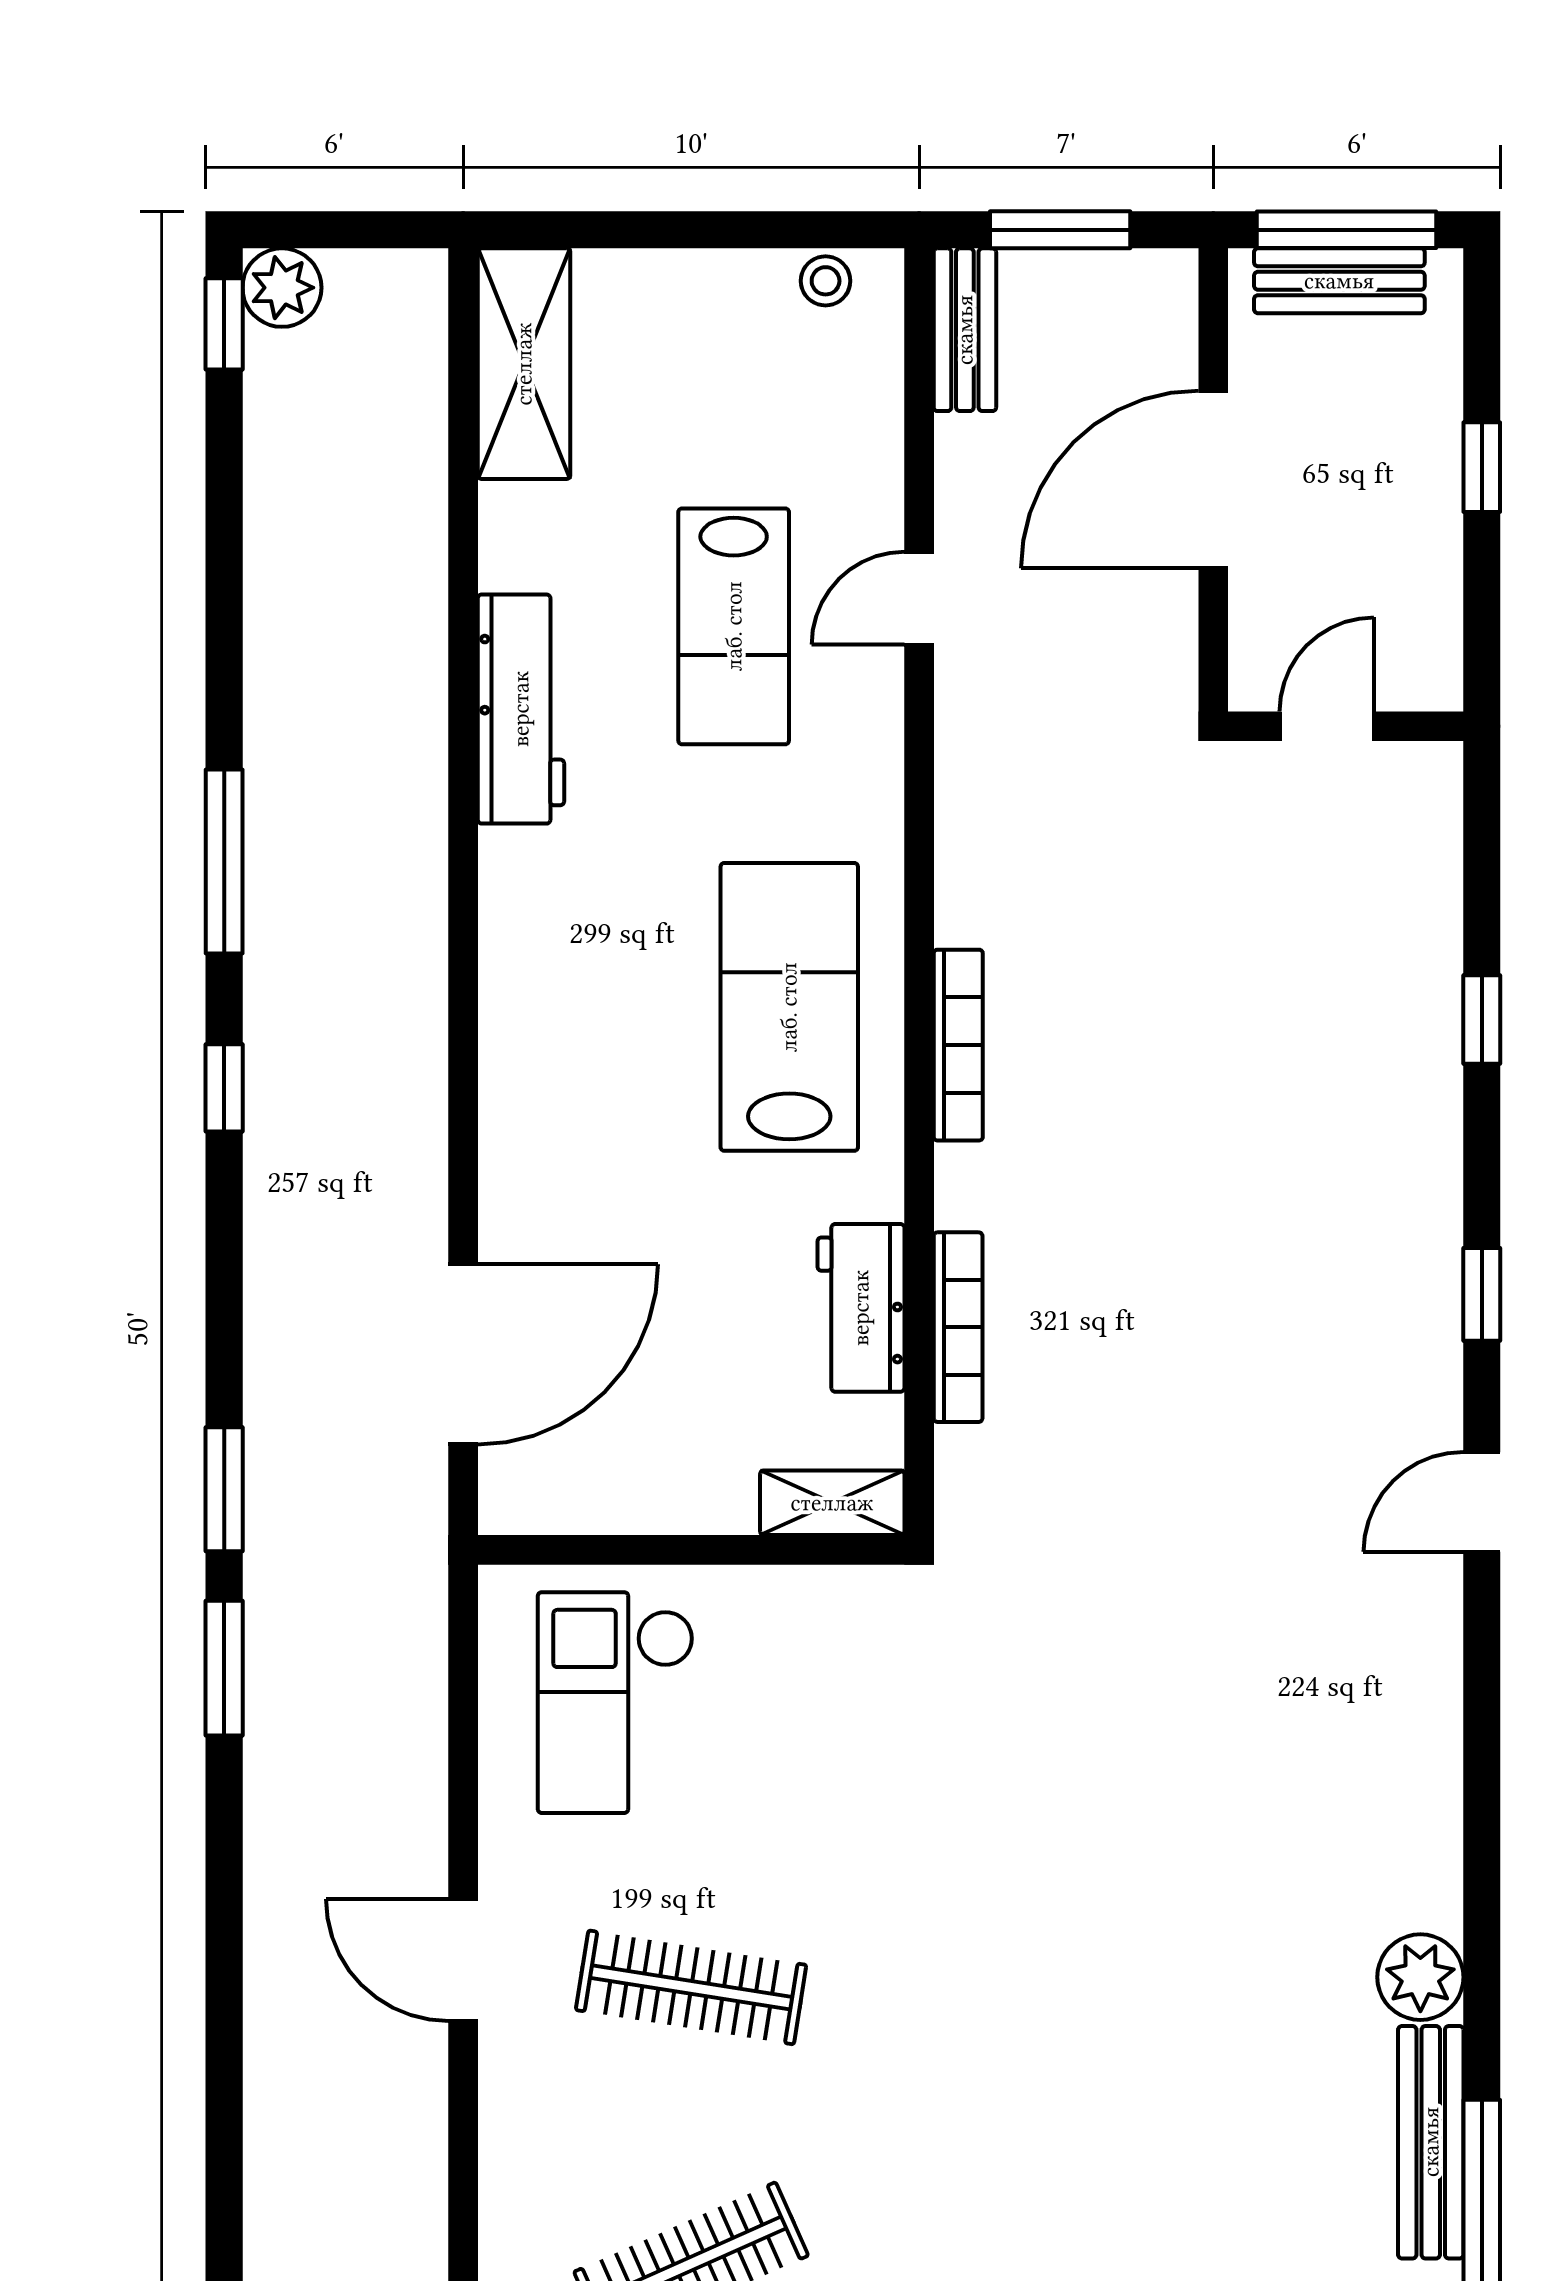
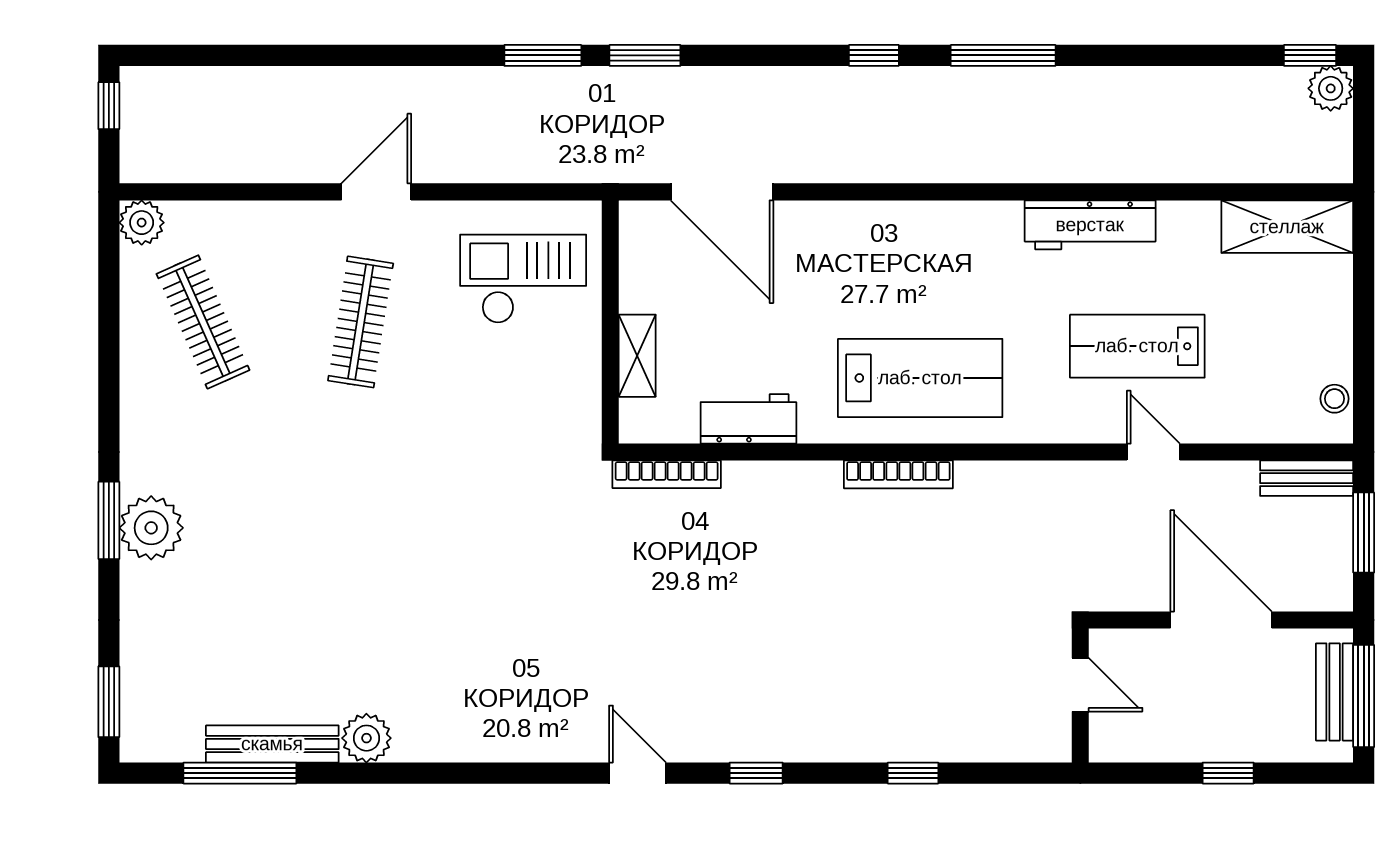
bookcase: (958, 1327) -> (667, 474), moved
shelving: (832, 1503) -> (637, 356), moved

